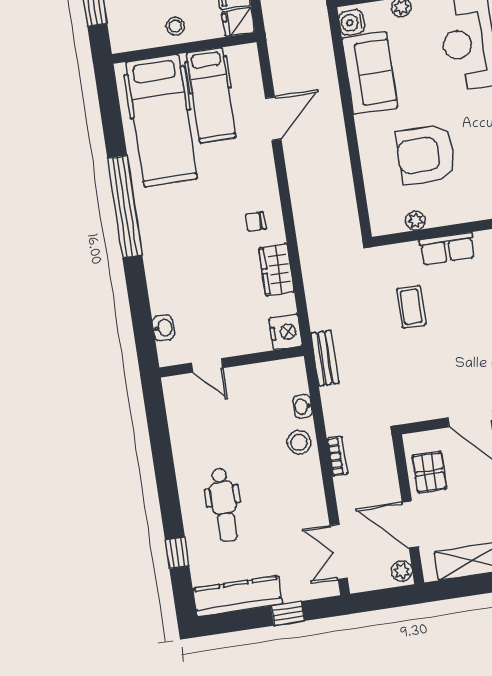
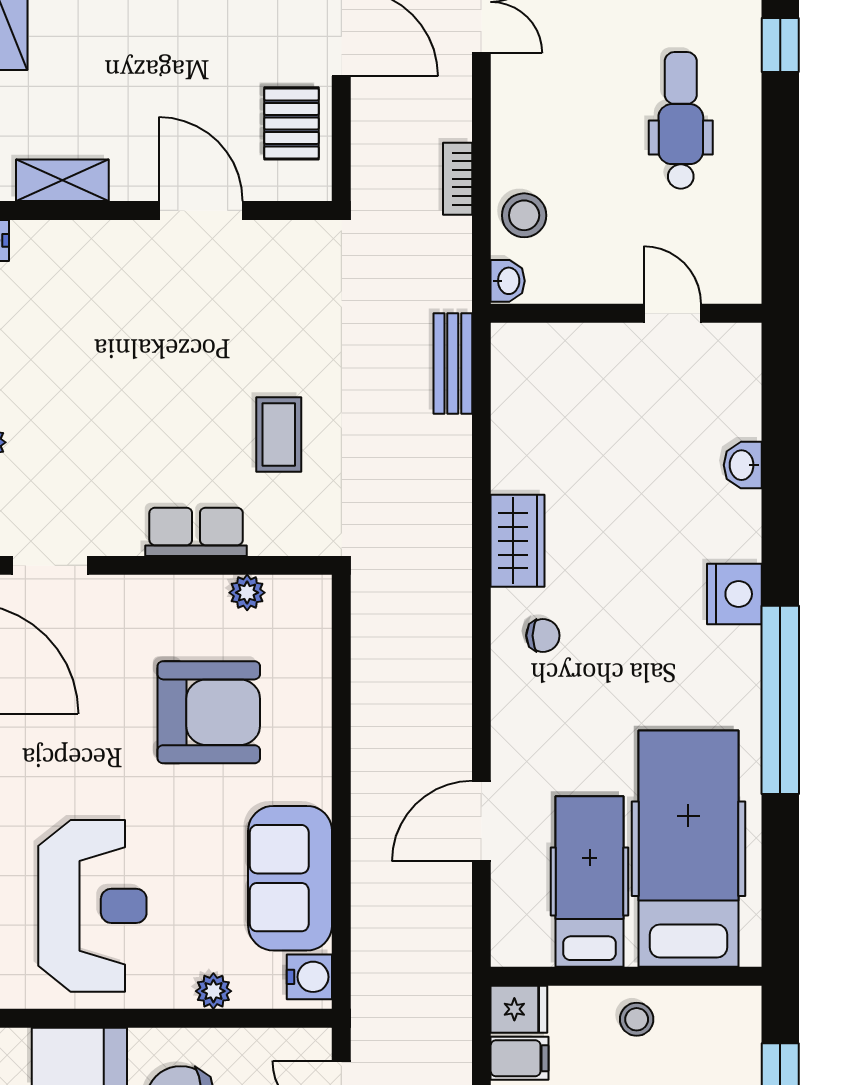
nightstand: (286, 332) -> (734, 594), moved, turned 180
wall: (232, 362) -> (626, 313), moved
door: (207, 365) -> (672, 313), moved

